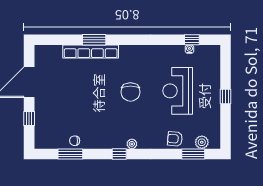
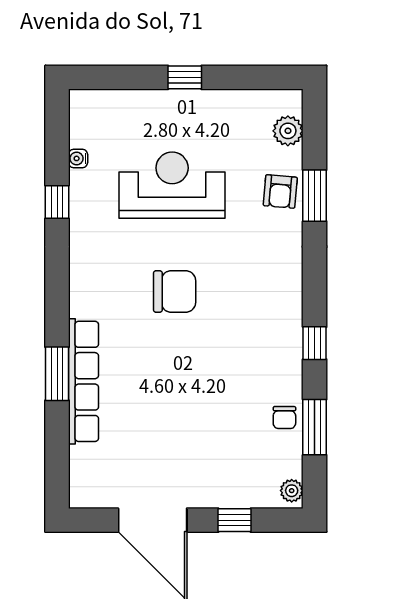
window: (192, 40) -> (57, 202), moved
reception desk: (178, 91) -> (172, 185), turned 180
plant: (132, 144) -> (292, 491), moved
window: (119, 154) -> (315, 343), moved
window: (193, 154) -> (315, 196), moved

